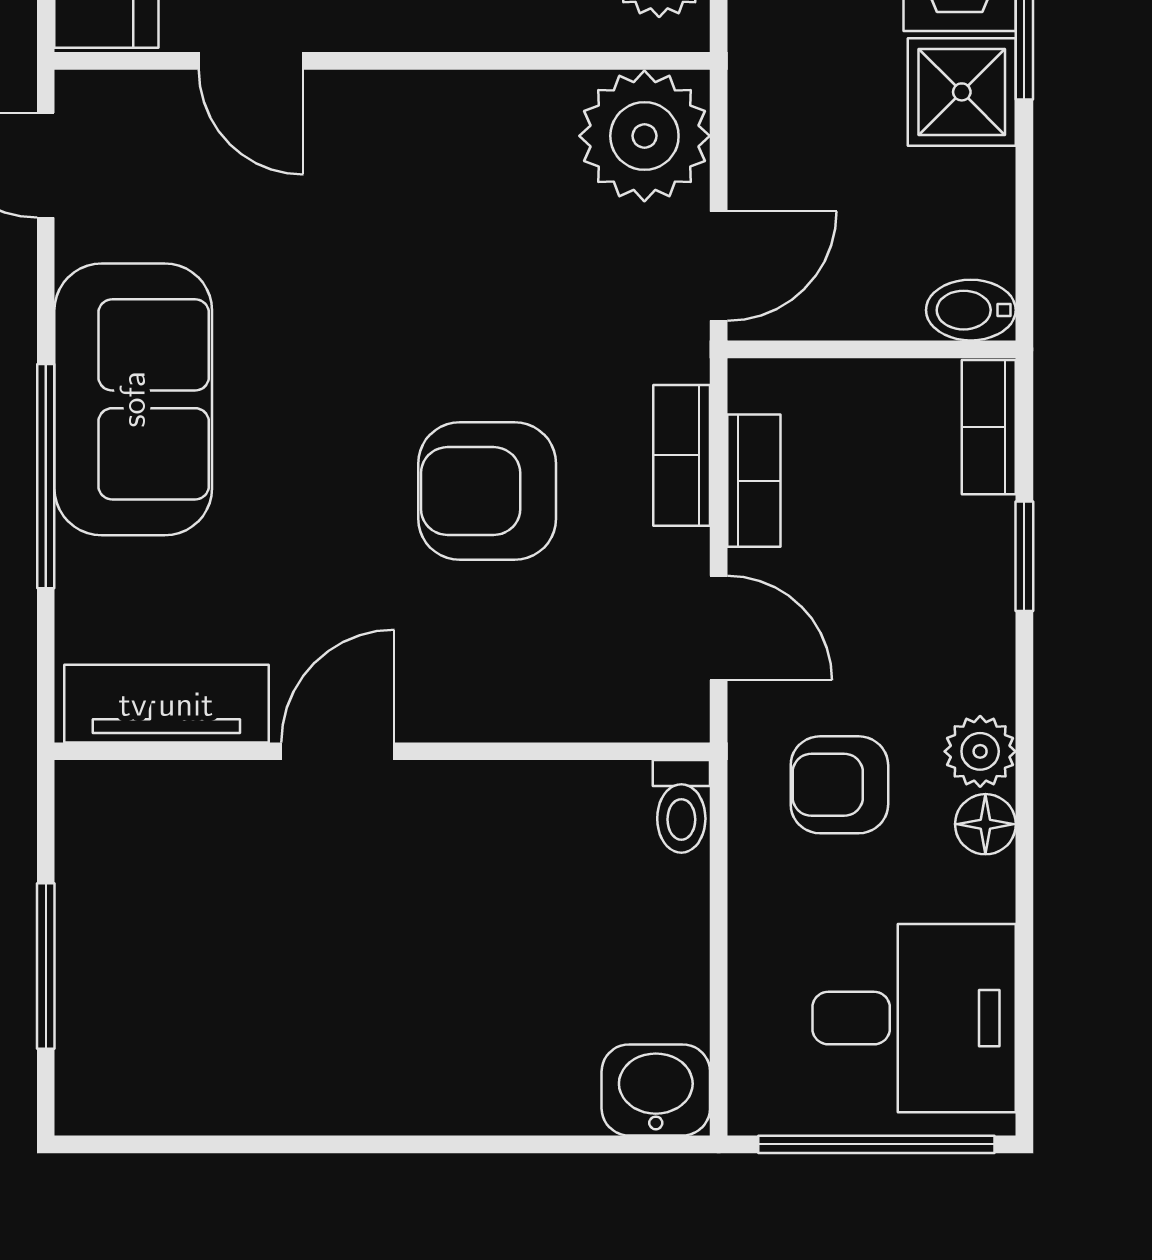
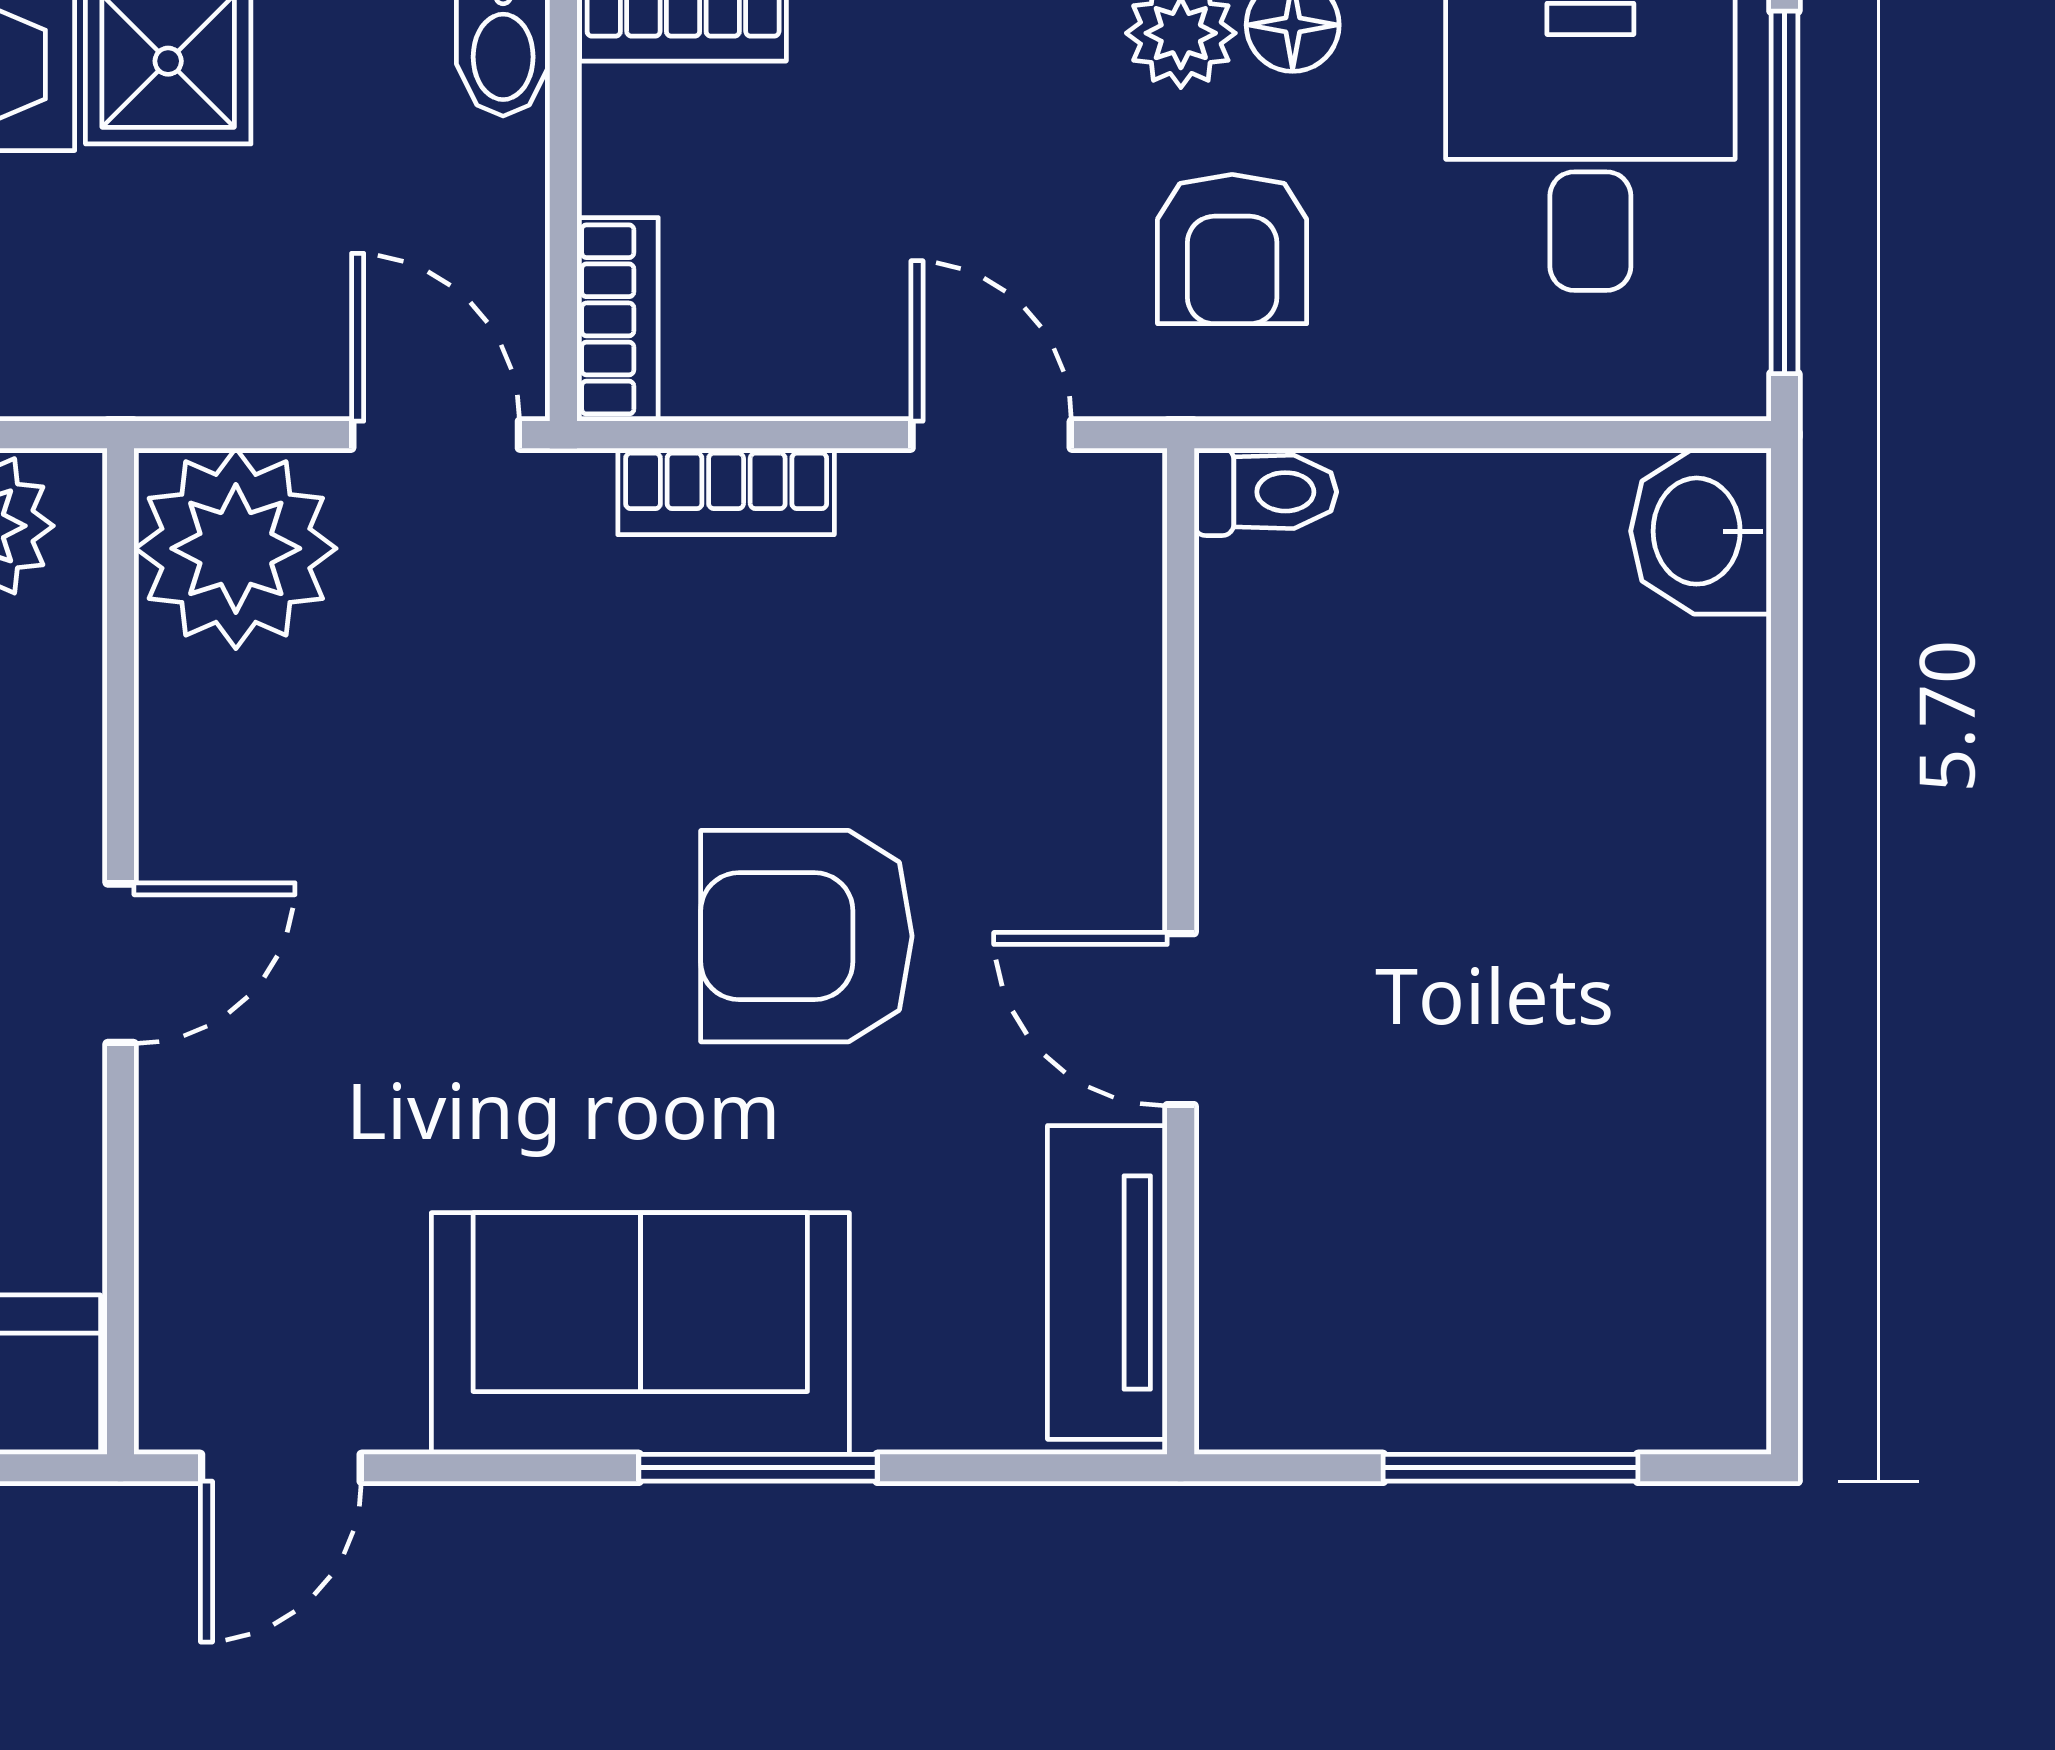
door: (251, 61) -> (121, 963), moved
window: (46, 476) -> (758, 1468), width x0.69
bookcase: (754, 481) -> (618, 319), moved, turned 90
armchair: (487, 491) -> (806, 936), moved, turned 90
door: (719, 628) -> (991, 435), hinge flipped

